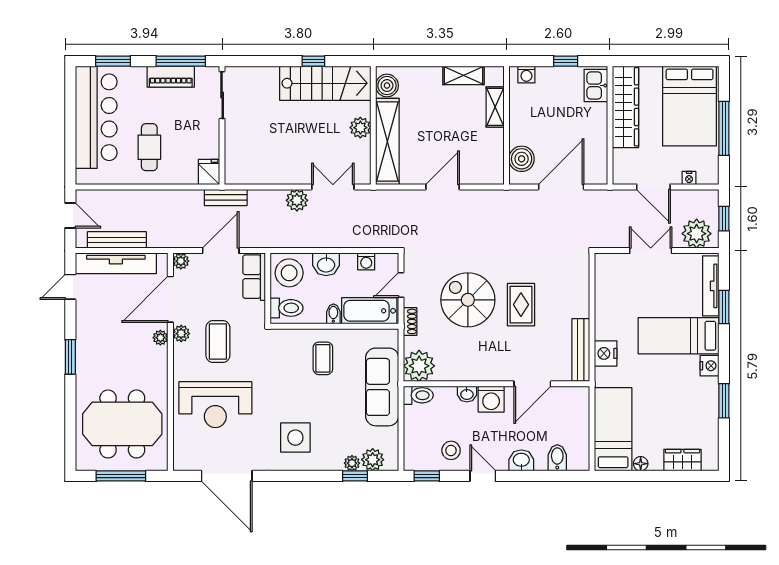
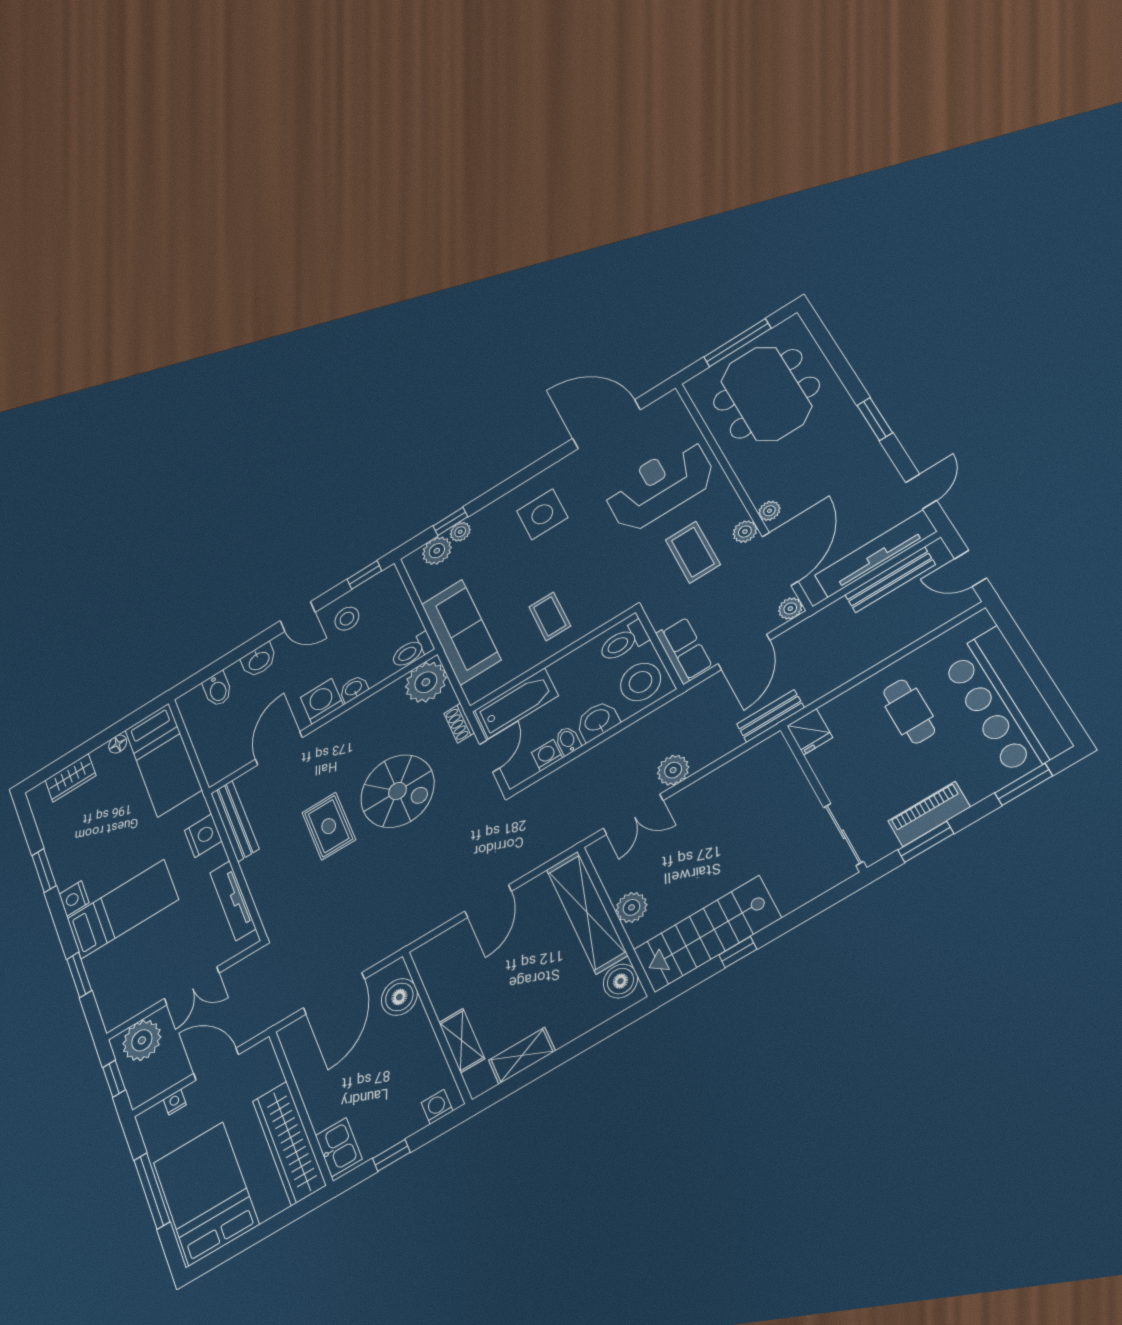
window: (181, 61) -> (926, 842), width x0.69
tv unit: (711, 286) -> (233, 901), moved, turned 180
bidet: (333, 314) -> (568, 741), moved, turned 180
meeting table: (122, 424) -> (766, 394), turned 90

